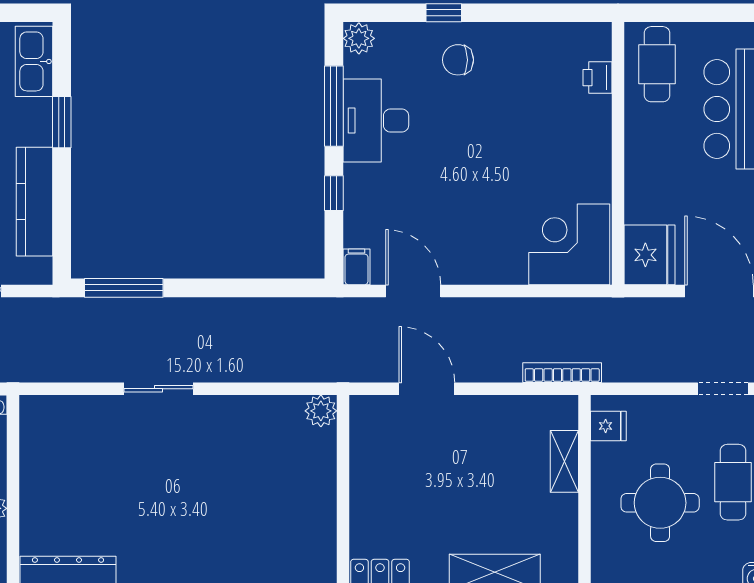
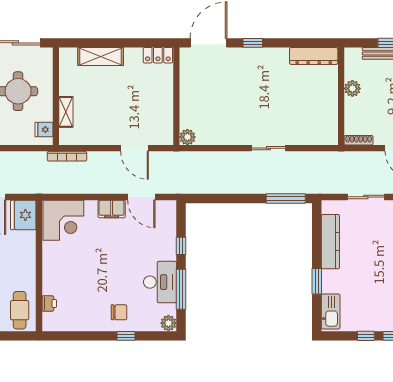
filing cabinet: (356, 267) -> (112, 209), moved, width x2.00

